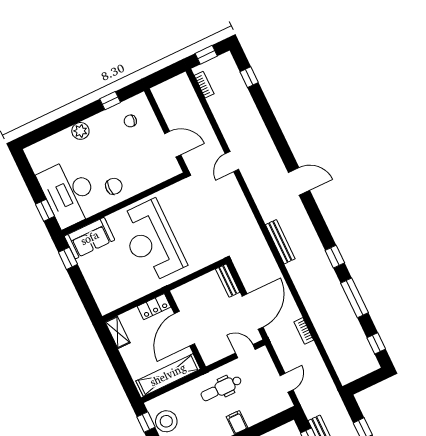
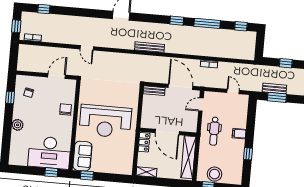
chair: (114, 186) -> (66, 109), moved

